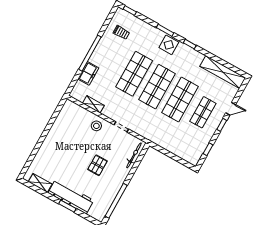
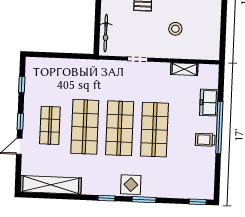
trolley: (121, 33) -> (205, 140), moved
stool: (96, 126) -> (175, 29), moved

